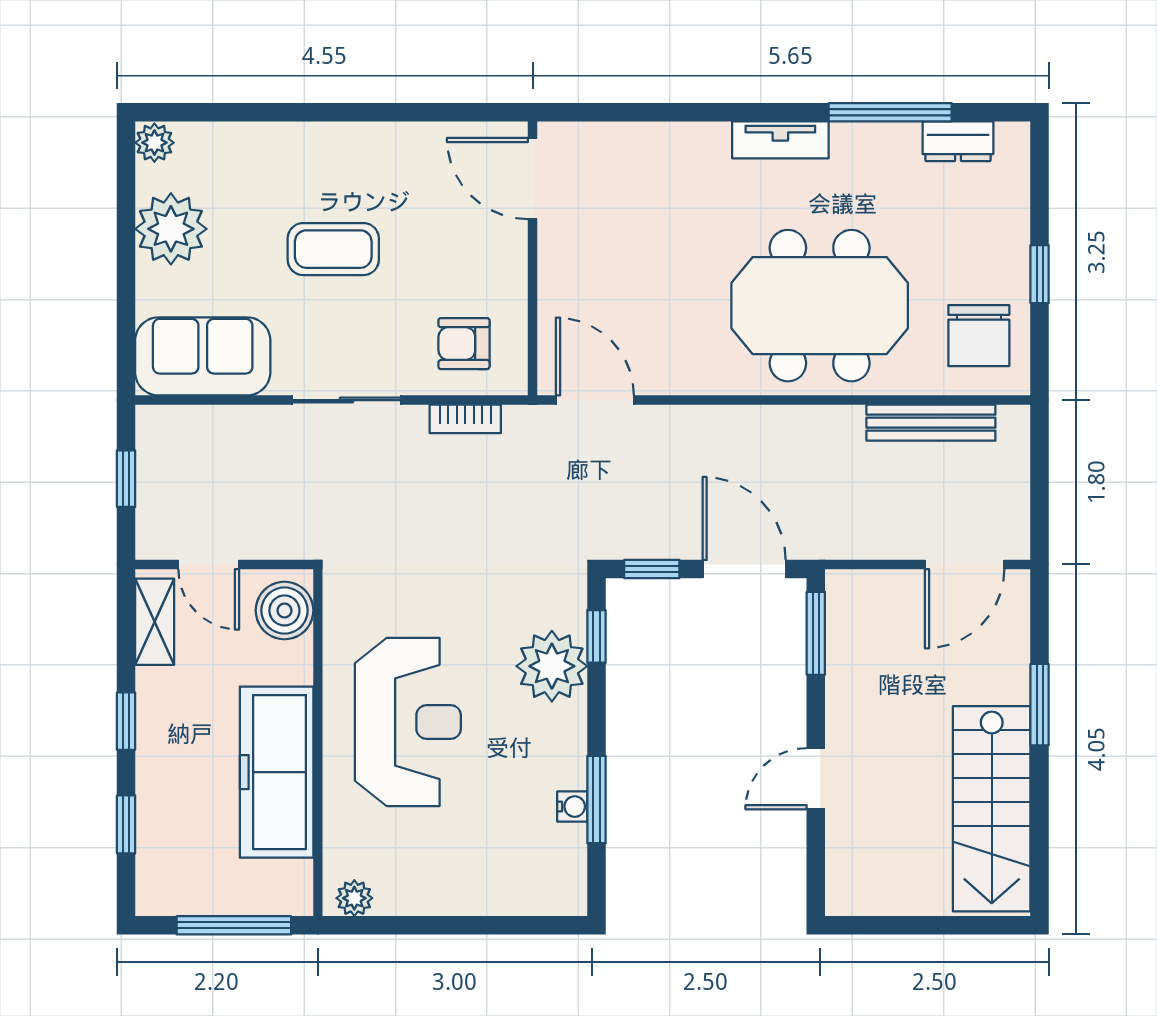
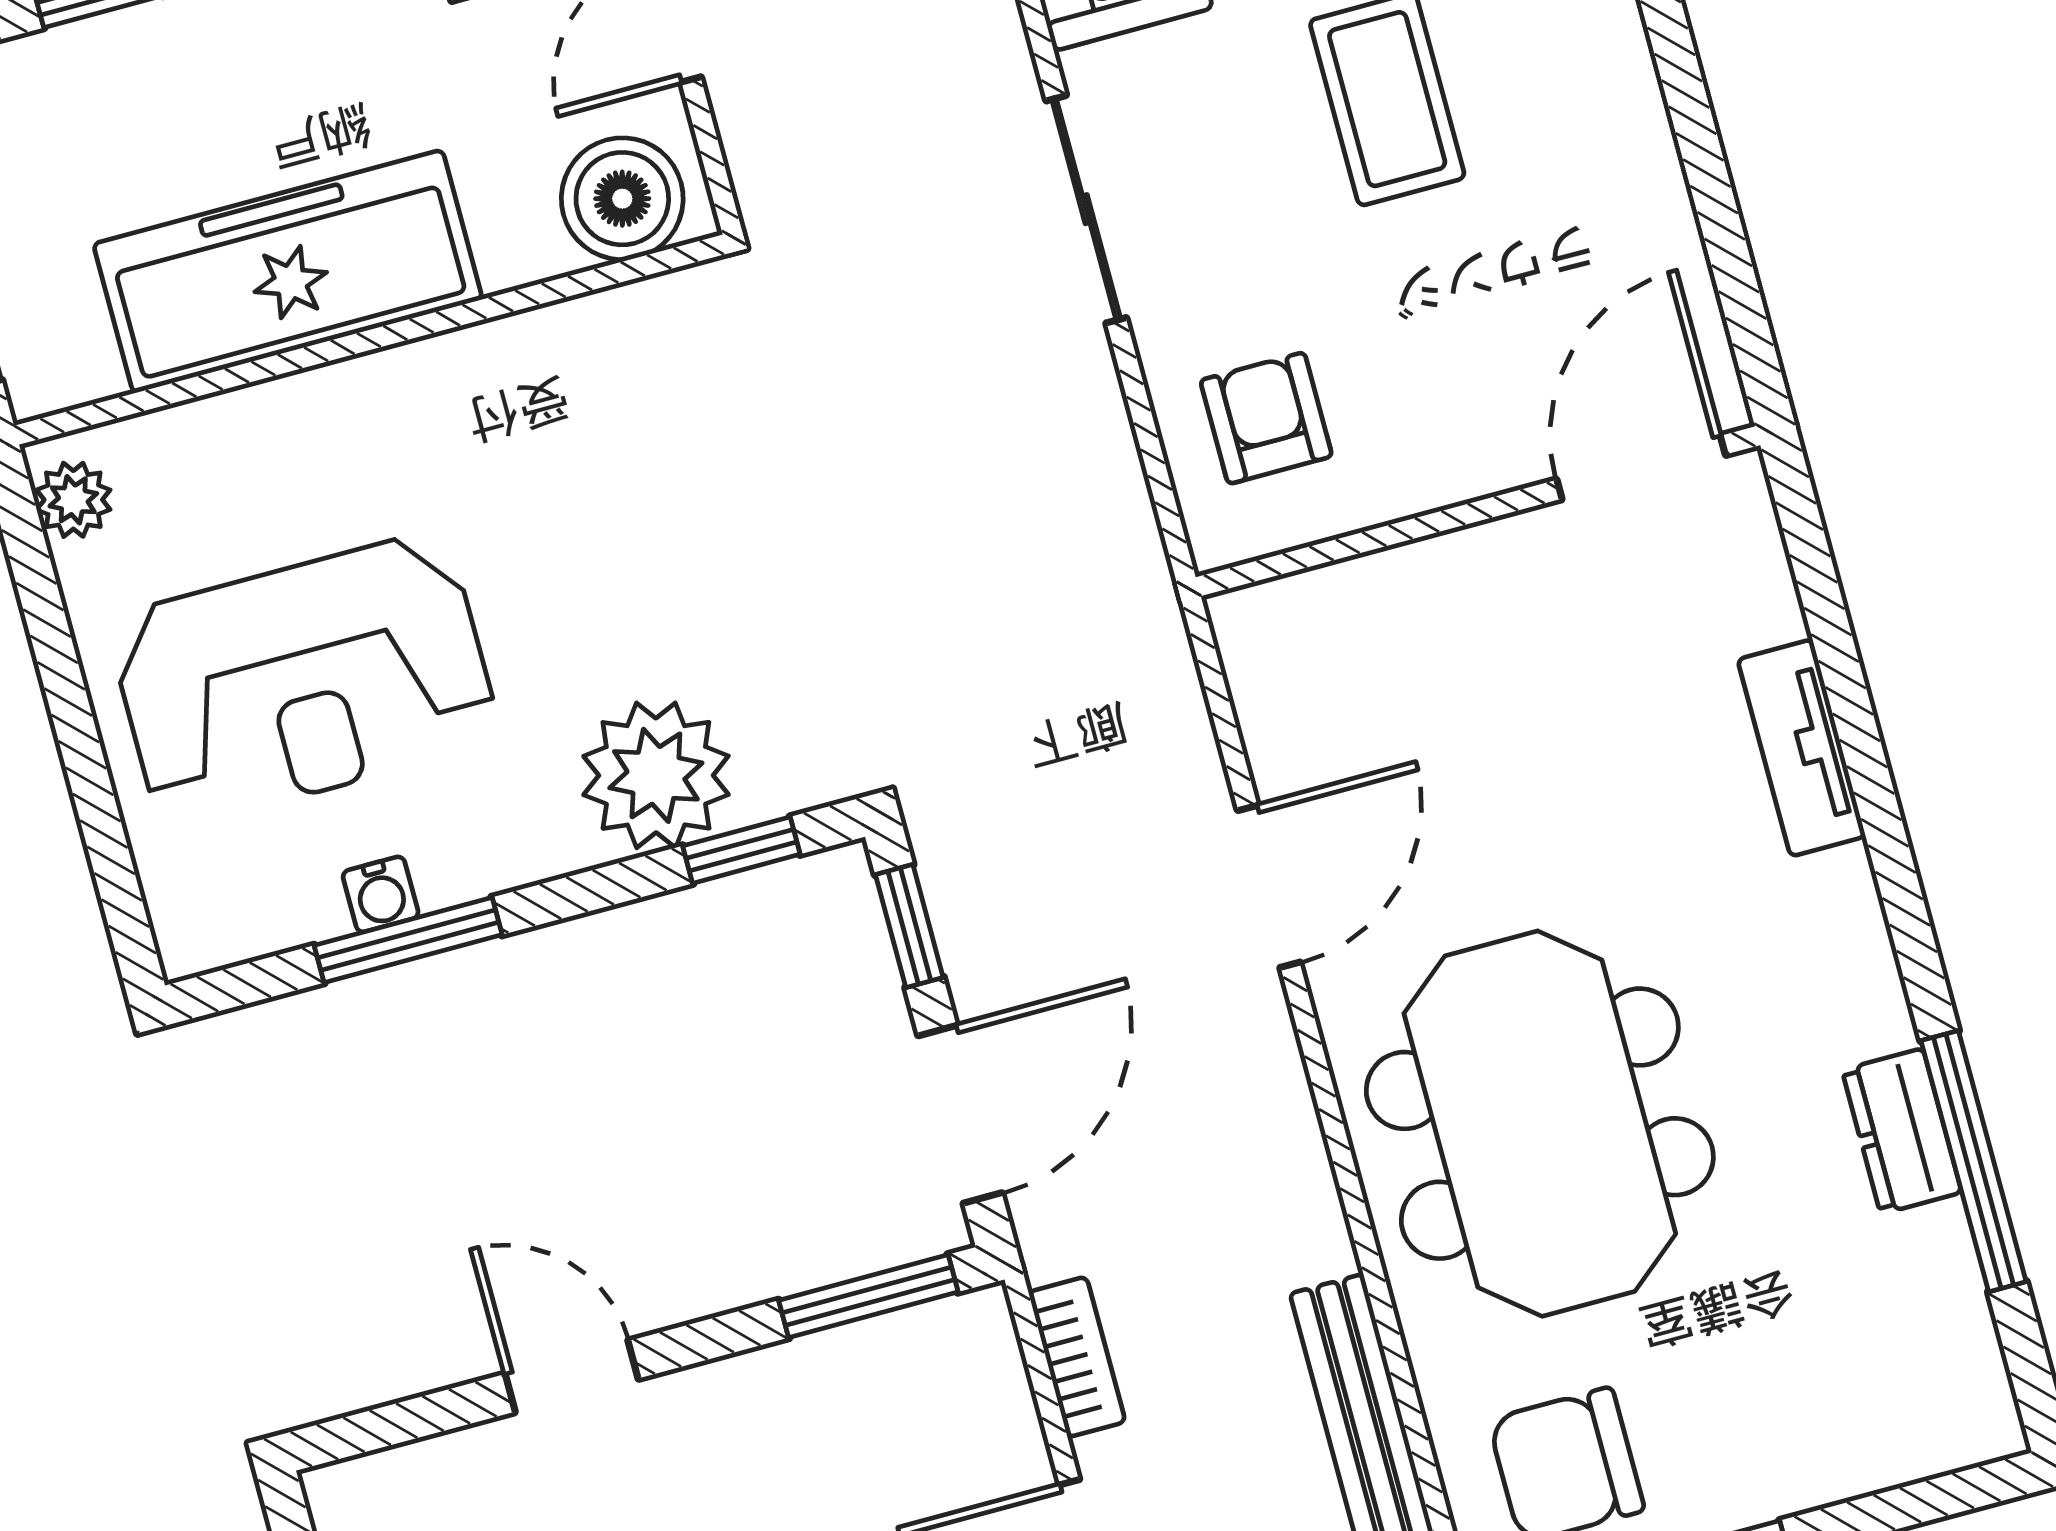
tv unit: (780, 140) -> (1802, 748), moved
dresser: (958, 141) -> (1902, 1131), moved
door: (595, 400) -> (1269, 886), moved
bookcase: (465, 419) -> (1077, 1357), moved, turned 180
reception desk: (408, 722) -> (304, 680), moved

